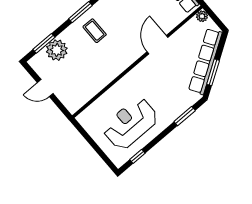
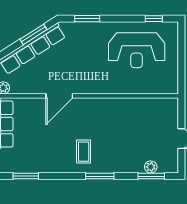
coffee table: (95, 31) -> (84, 152), moved
plant: (57, 50) -> (151, 167), width x0.53, depth x0.53

